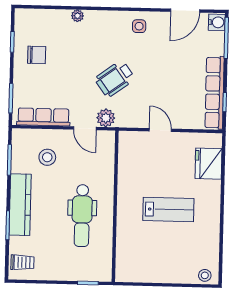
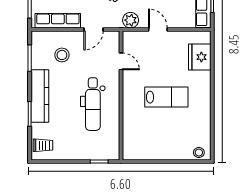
plant: (106, 118) -> (131, 20), moved
door: (85, 128) -> (93, 29), hinge flipped
door: (116, 166) -> (121, 61), added

